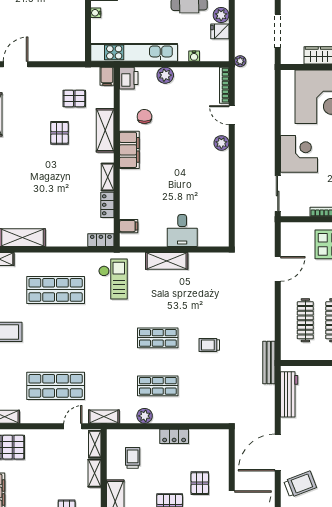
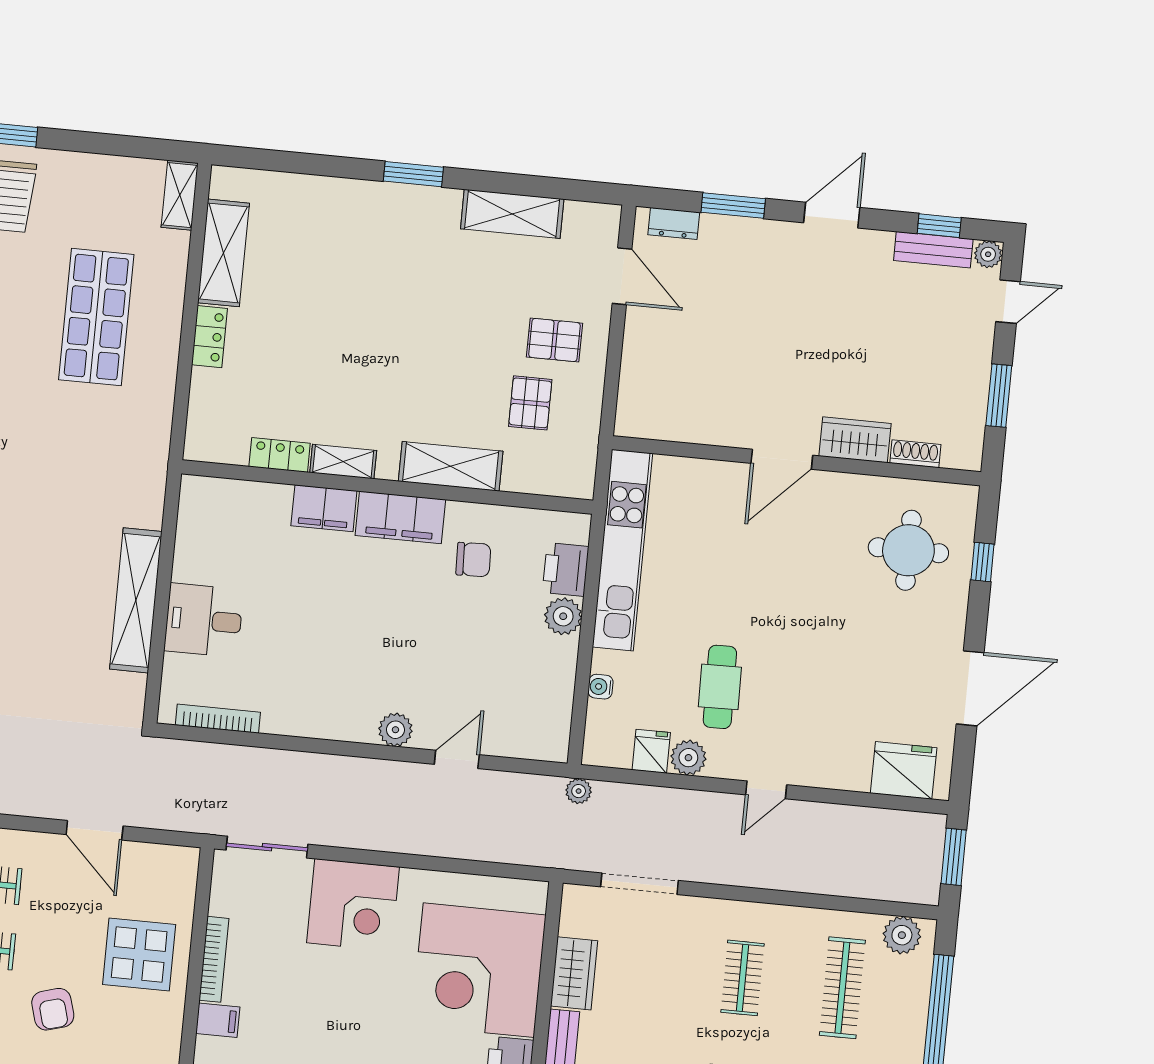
water cooler: (96, 13) -> (722, 471), removed
filing cabinet: (107, 76) -> (574, 483), removed
printer: (129, 78) -> (566, 569), moved, turned 90
bookcase: (224, 85) -> (218, 719), moved
pallet: (59, 133) -> (554, 340), moved
filing cabinet: (129, 226) -> (324, 508), moved, width x2.00
locker: (101, 240) -> (210, 337), moved
shelving: (167, 261) -> (136, 600), width x1.47
checkout: (113, 279) -> (108, 451), removed

